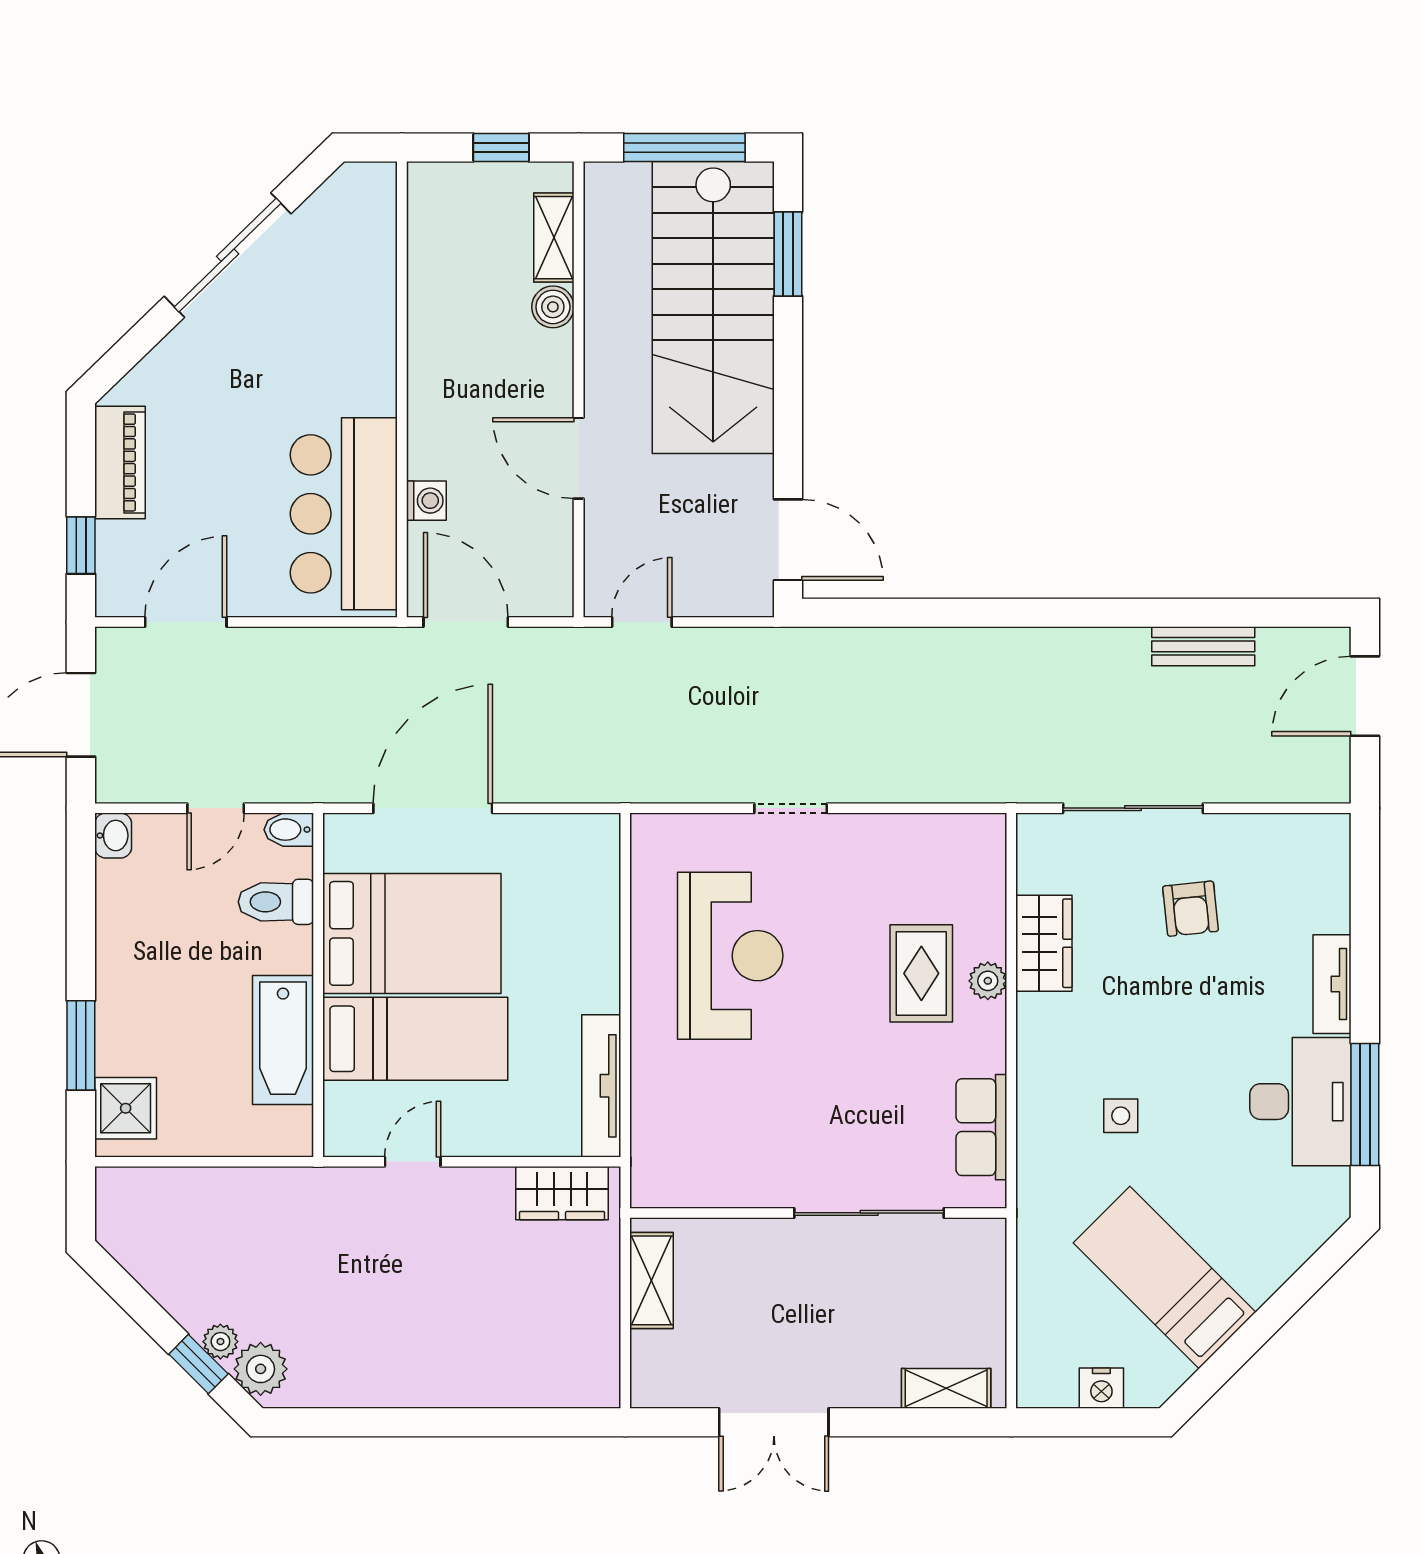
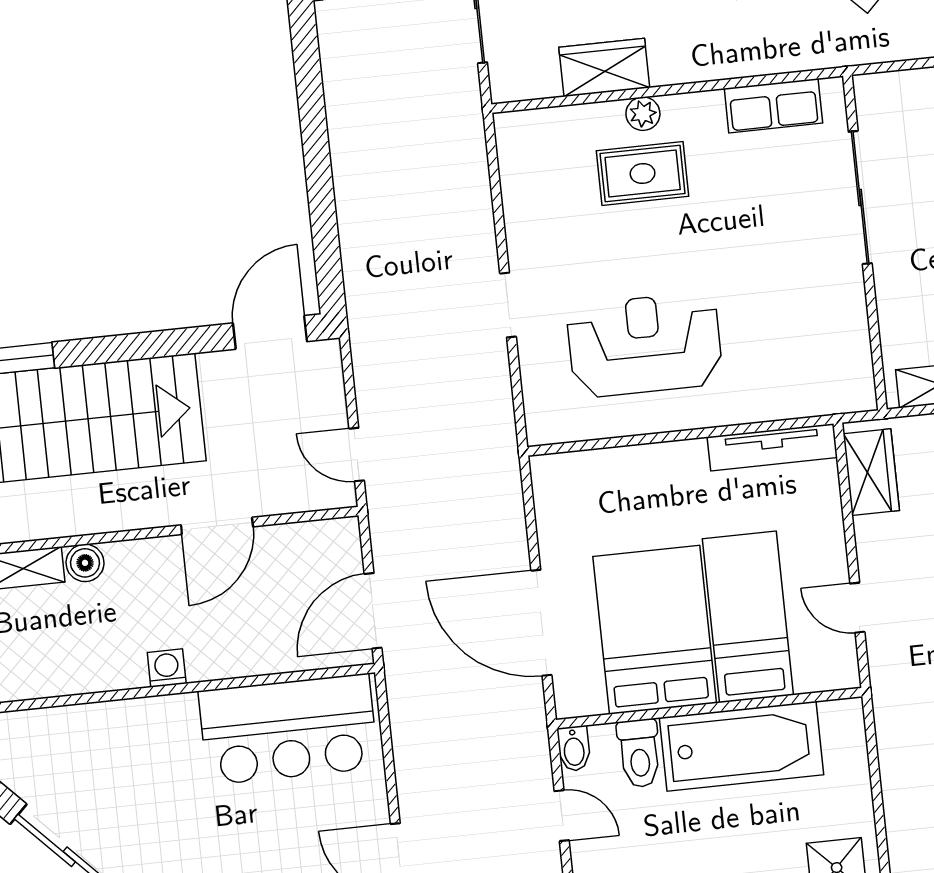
washing machine: (426, 501) -> (167, 668), moved
bathtub: (283, 1040) -> (741, 746), width x1.36, depth x1.36

